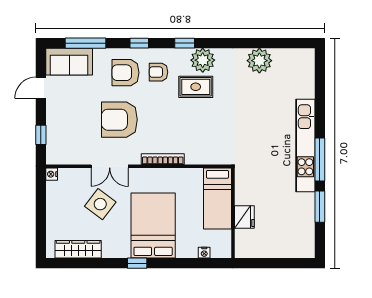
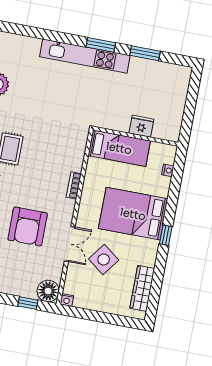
floor lamp: (57, 153) -> (48, 291), added
bookcase: (163, 159) -> (74, 185), width x0.64
window: (320, 160) -> (101, 45), width x0.69

